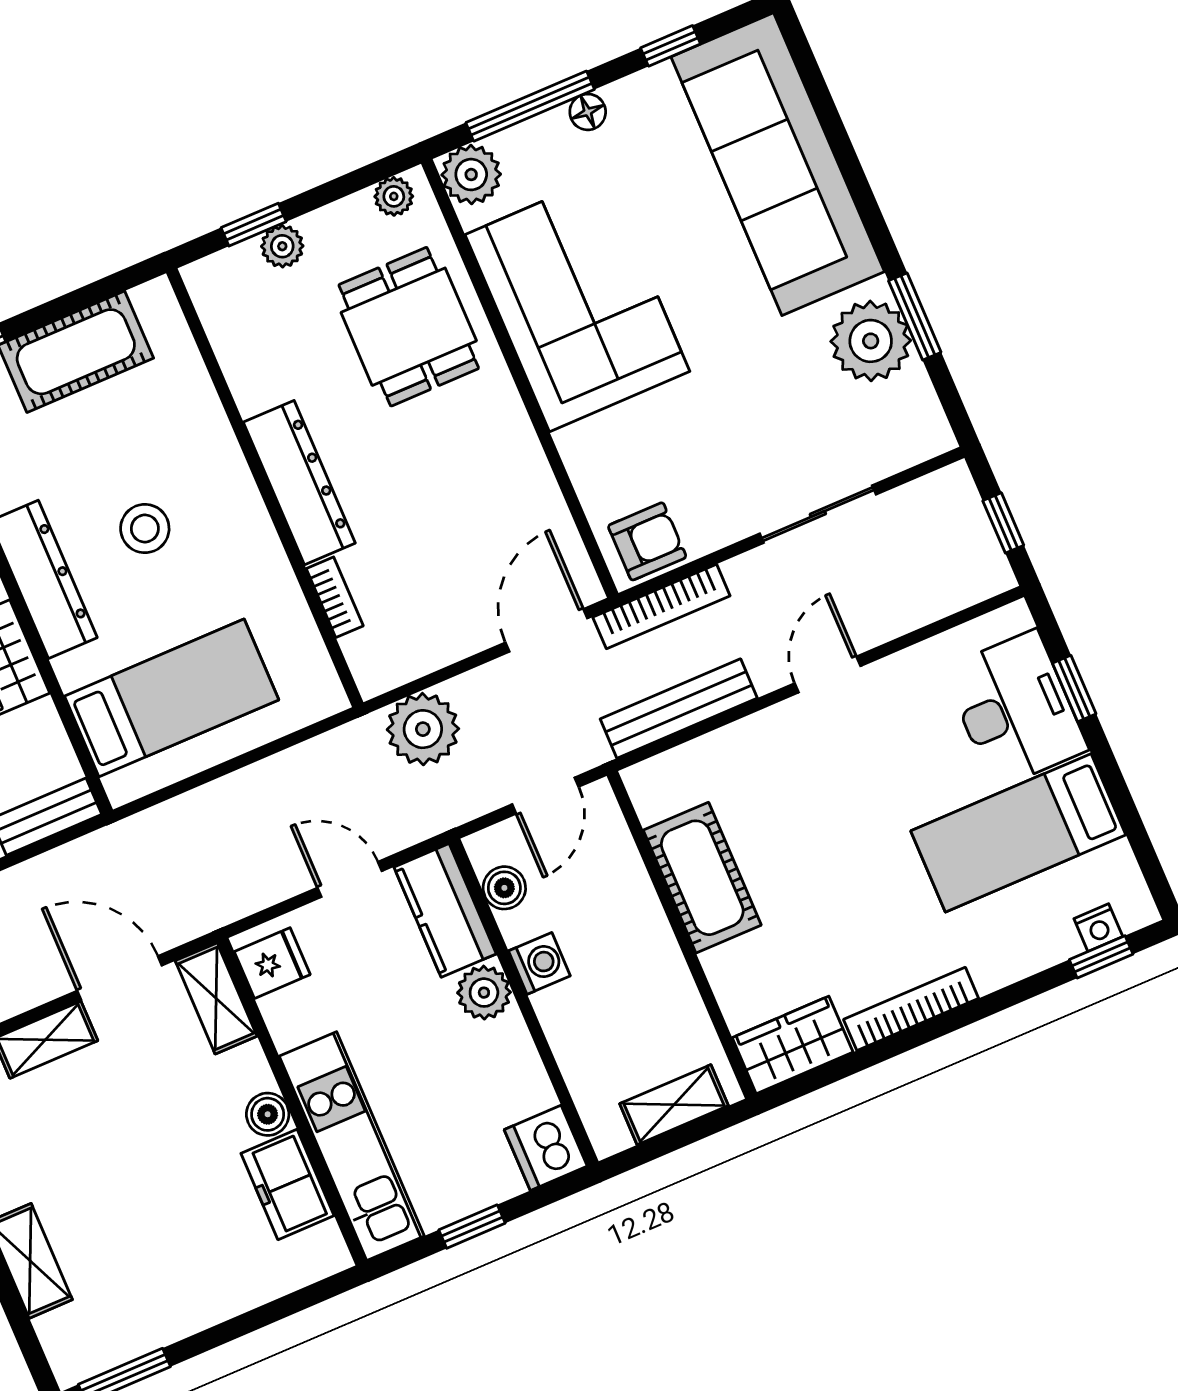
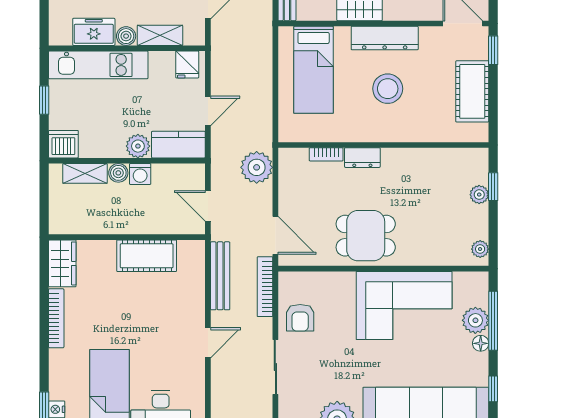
plant: (471, 175) -> (475, 320), moved
dining table: (409, 327) -> (366, 236), moved
dresser: (299, 483) -> (362, 158), width x0.51, depth x0.80
stool: (145, 529) -> (388, 89), width x1.38, depth x1.38
armchair: (647, 541) -> (300, 318), moved
door: (828, 675) -> (208, 343), hinge flipped
boiler: (504, 888) -> (118, 173), moved
shelving: (216, 998) -> (160, 35), moved
shelving: (674, 1105) -> (85, 173), moved, turned 90

